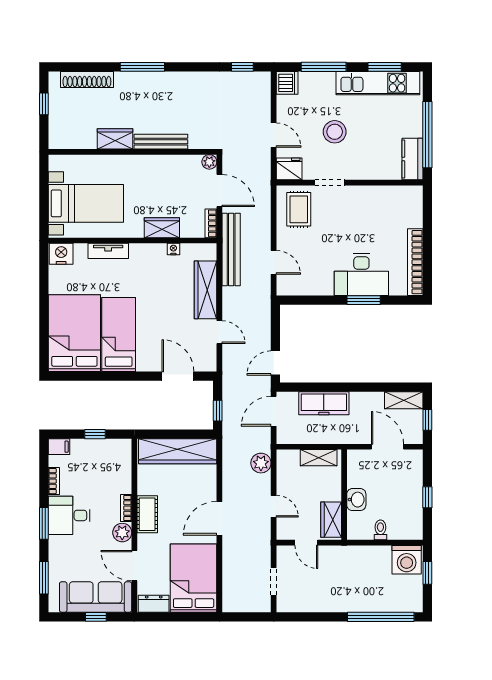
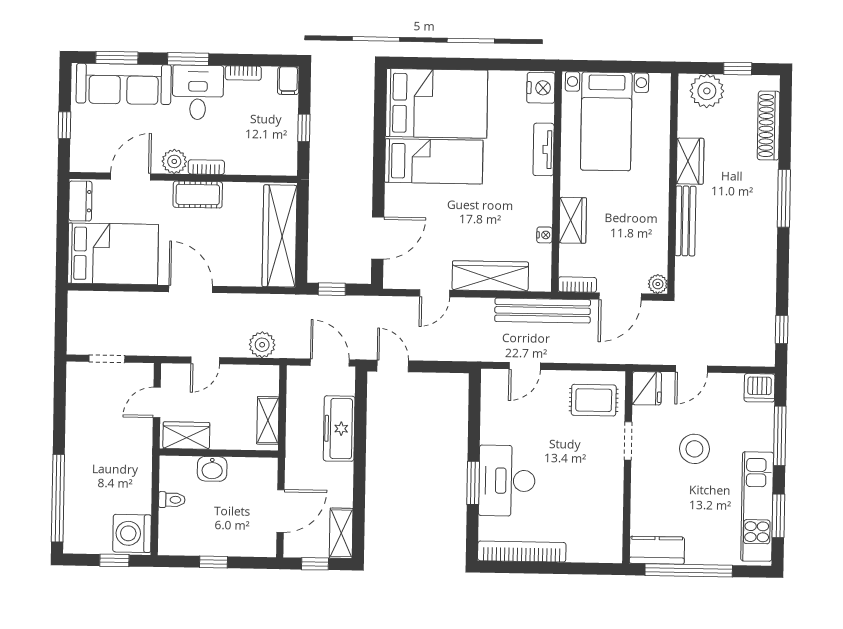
plant: (61, 127) -> (707, 91), added
sofa: (96, 597) -> (124, 84), moved, turned 90

